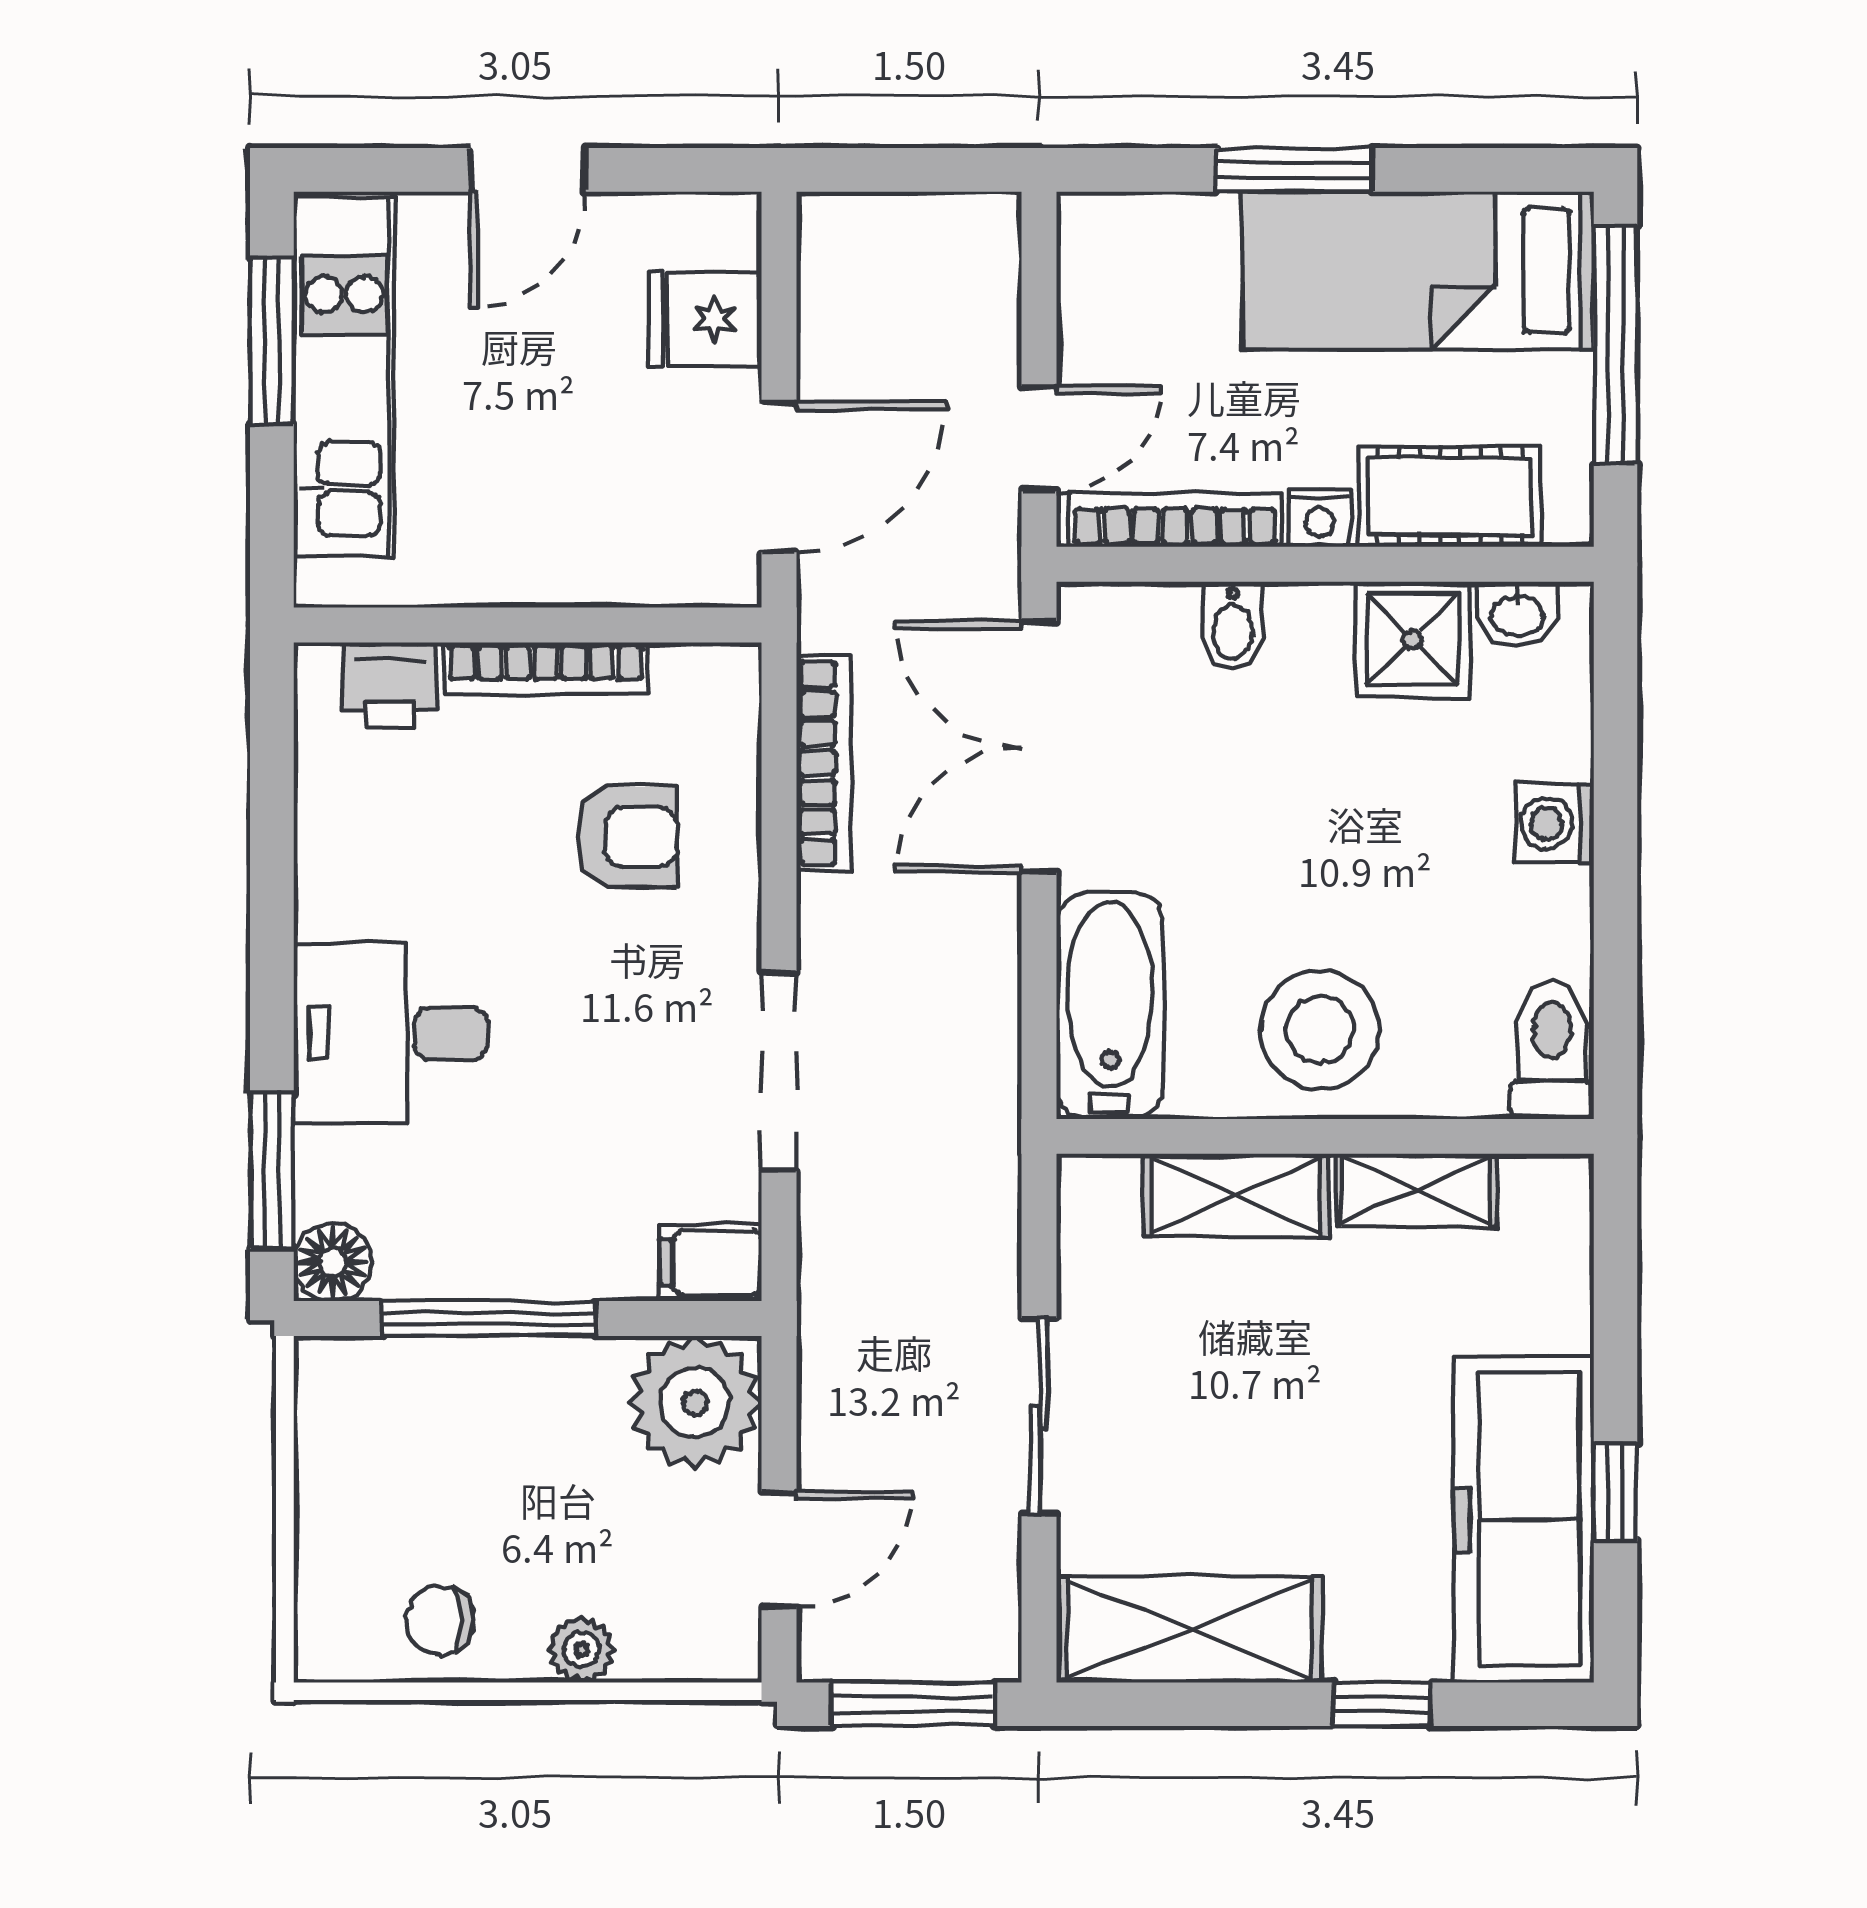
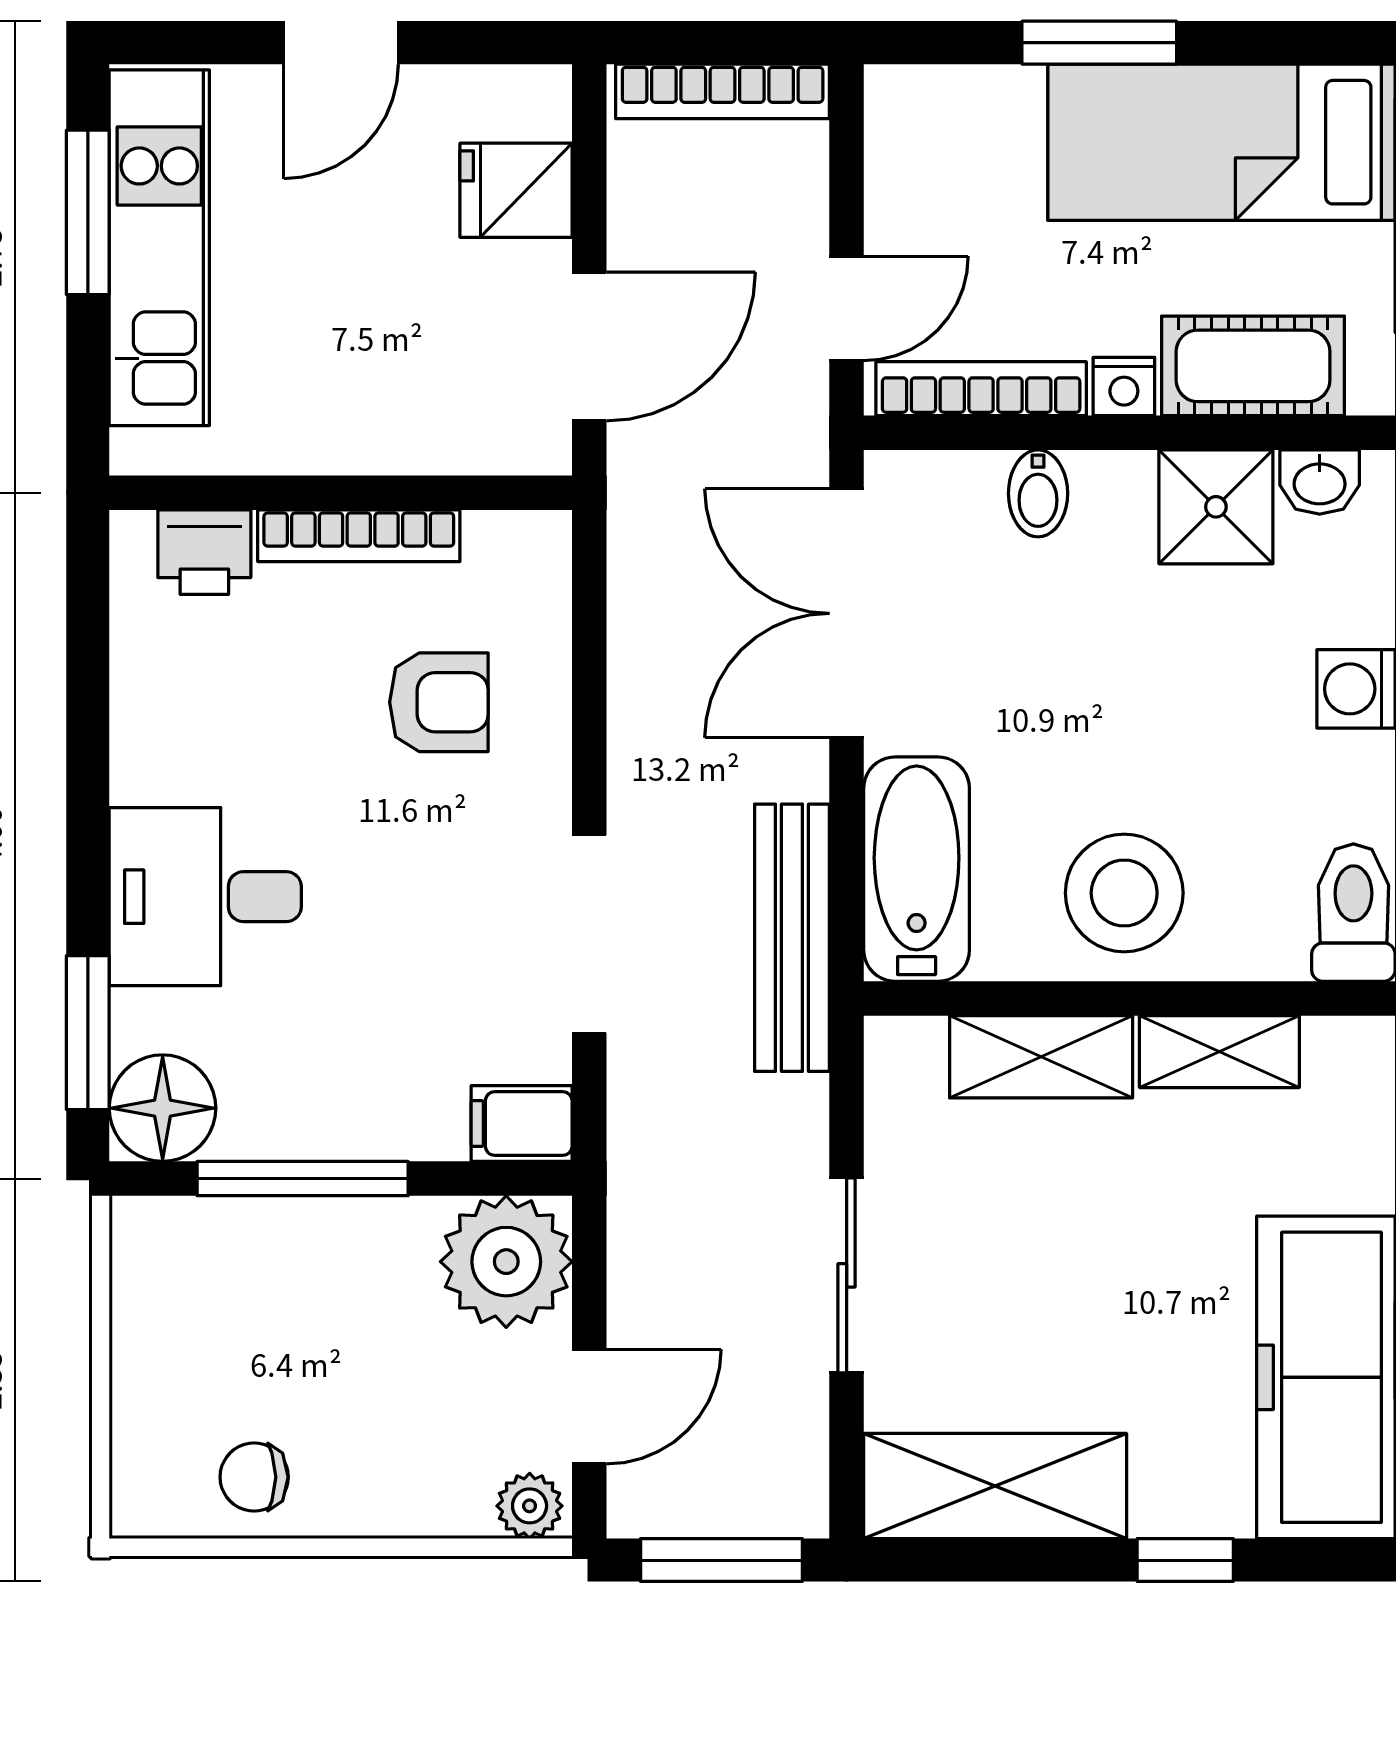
bookcase: (824, 763) -> (723, 91), moved, turned 90
bench: (984, 1075) -> (792, 938), added
floor lamp: (333, 1262) -> (163, 1108), width x1.38, depth x1.38
plant: (582, 1649) -> (530, 1506), moved

